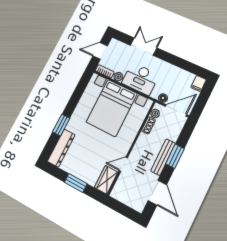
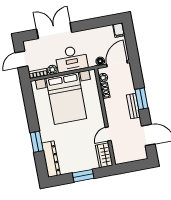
double door: (144, 47) -> (54, 31), width x1.37
bench: (163, 157) -> (133, 106), width x0.73

